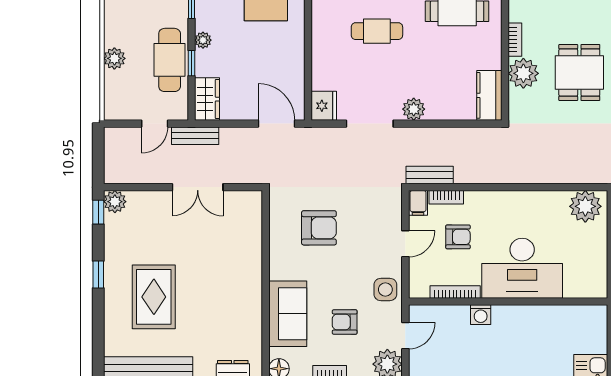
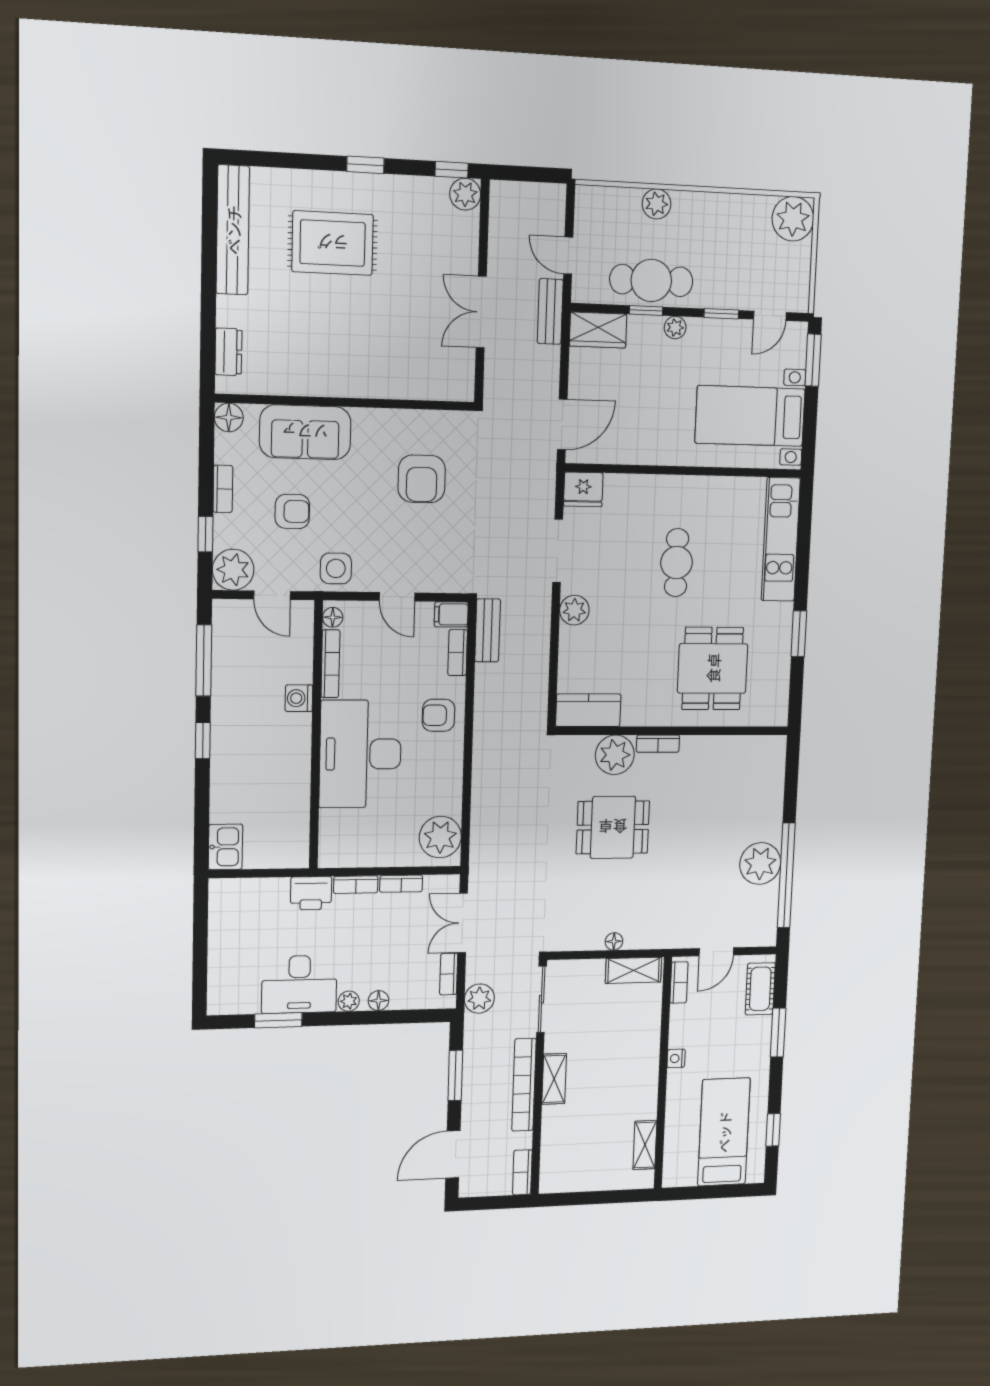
armchair: (458, 237) -> (438, 715), moved, turned 90
floor lamp: (421, 291) -> (333, 617), added
armchair: (345, 322) -> (292, 511), turned 90

